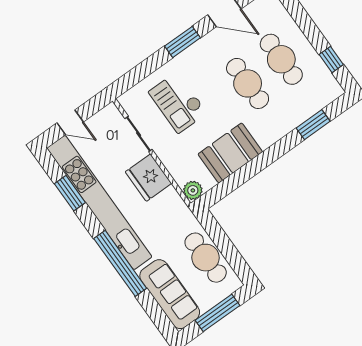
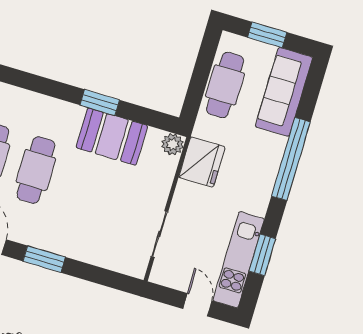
checkout: (178, 102) -> (103, 220), removed
window: (313, 125) -> (100, 103), moved
fridge: (148, 178) -> (202, 162), moved
kitchen unit: (99, 202) -> (239, 260), width x0.54
window: (217, 313) -> (267, 35), width x0.69

